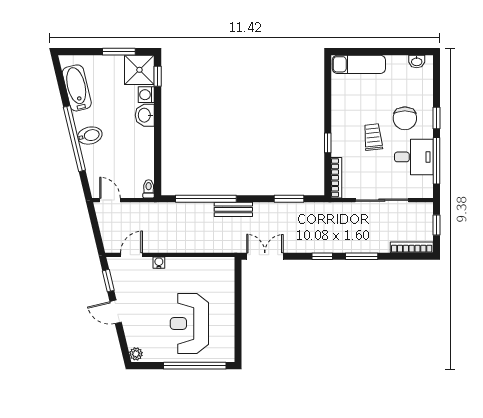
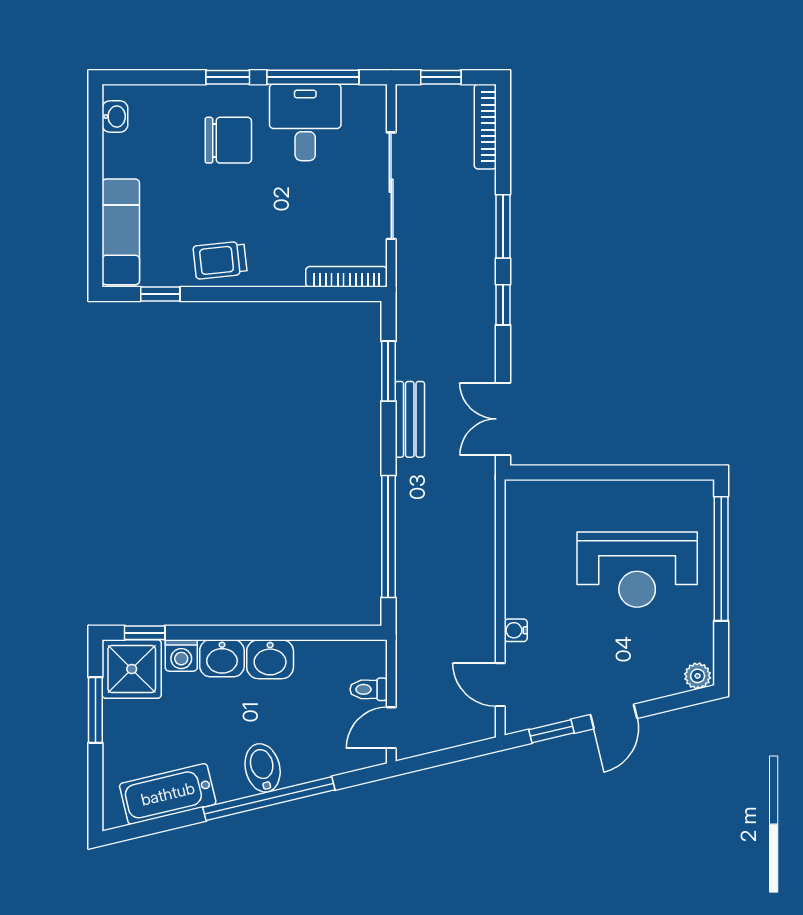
trolley: (373, 137) -> (220, 260), moved
washbasin: (144, 139) -> (270, 659), added
window: (328, 143) -> (160, 294), moved
toilet: (149, 189) -> (369, 689), moved
bench: (233, 209) -> (410, 419), moved

